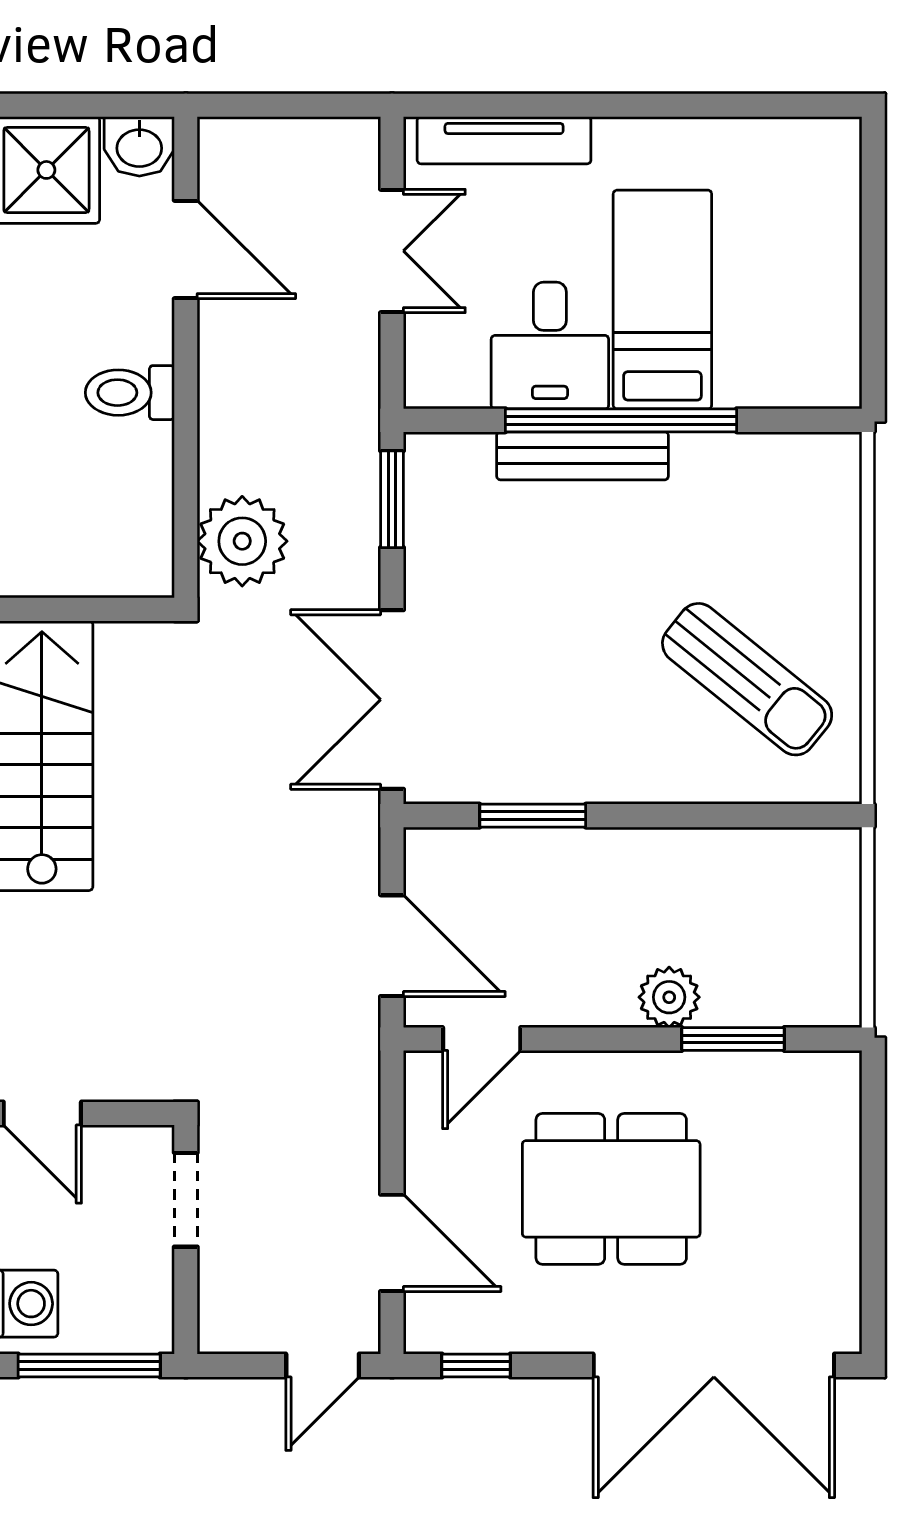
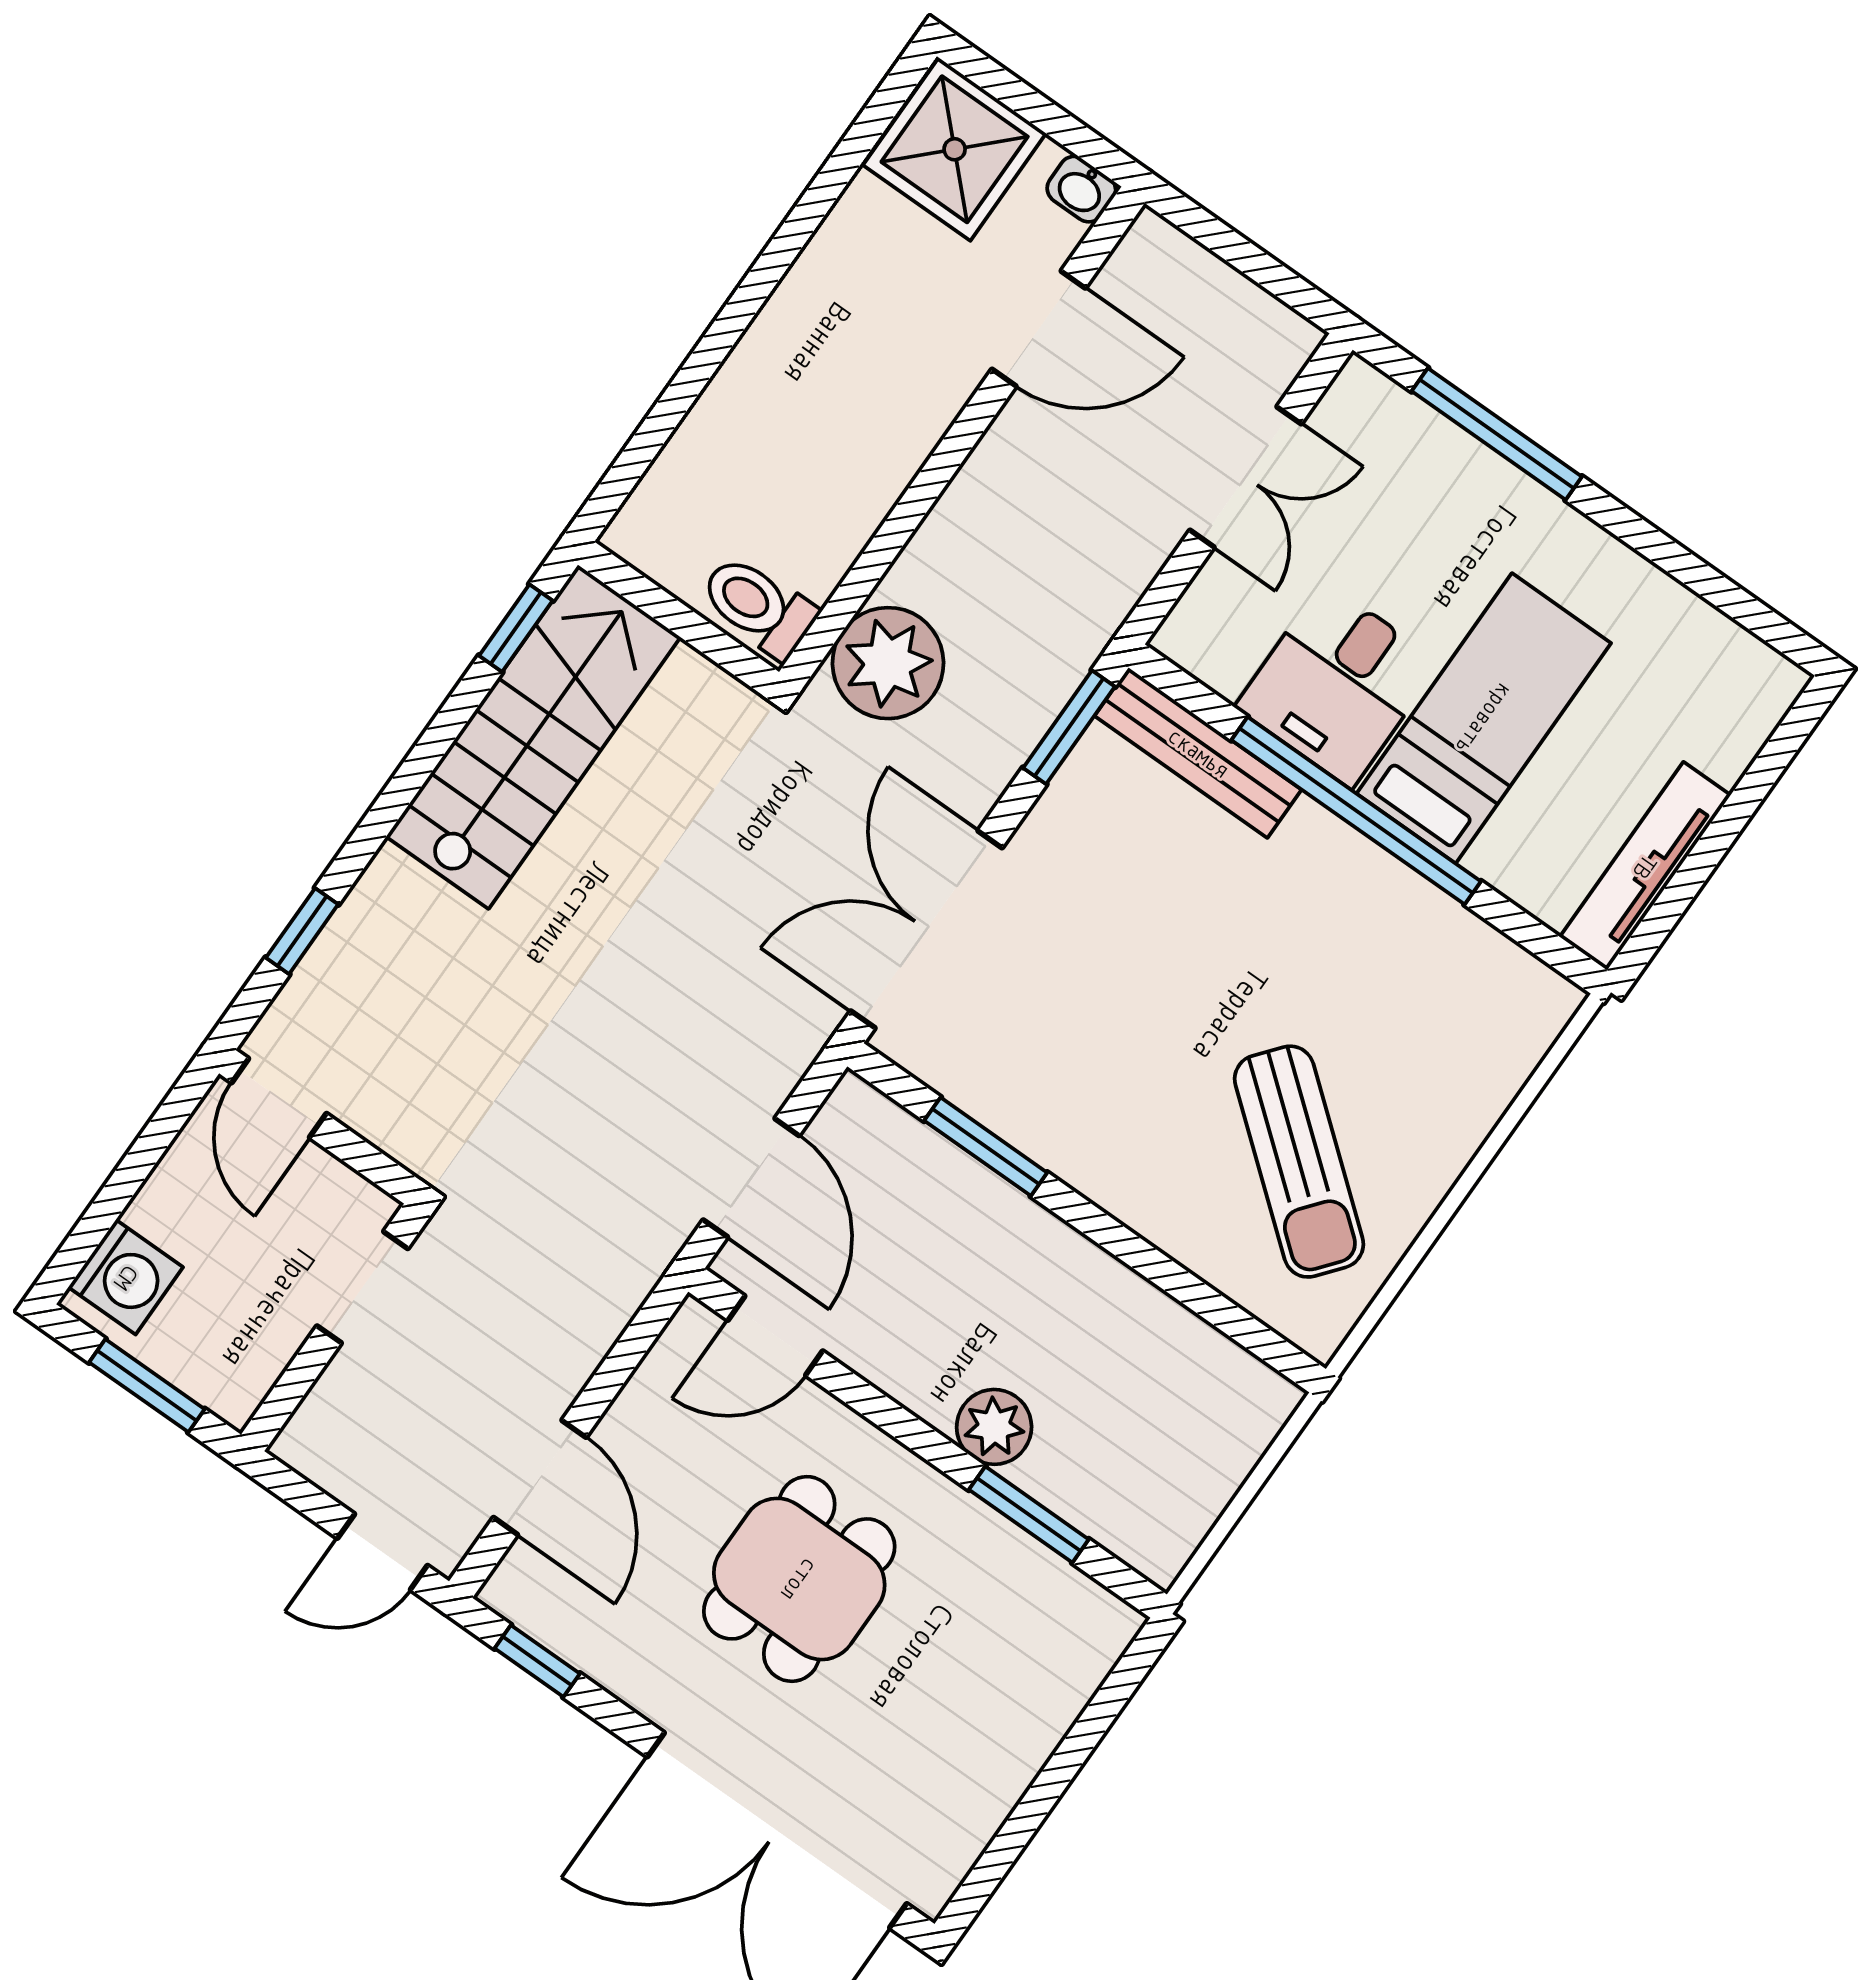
window: (538, 105) -> (1497, 434), added
tv unit: (504, 140) -> (1645, 866), moved, turned 90
washbasin: (139, 146) -> (1081, 189), width x0.72, depth x0.69
door: (186, 250) -> (1039, 329), hinge flipped
toilet: (130, 393) -> (758, 606), moved
bench: (583, 456) -> (1198, 753), moved
dining table: (611, 1189) -> (799, 1579), width x0.73
window: (89, 1366) -> (147, 1386), width x0.69

